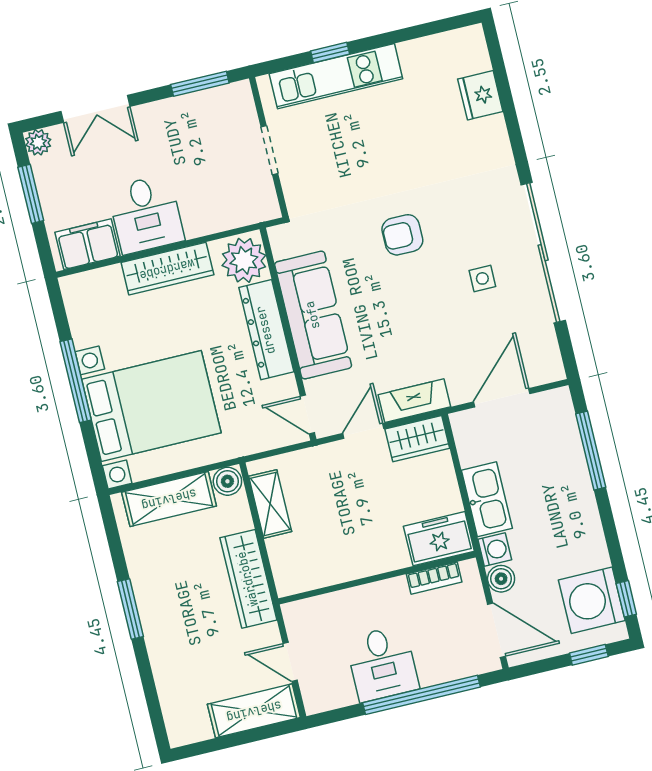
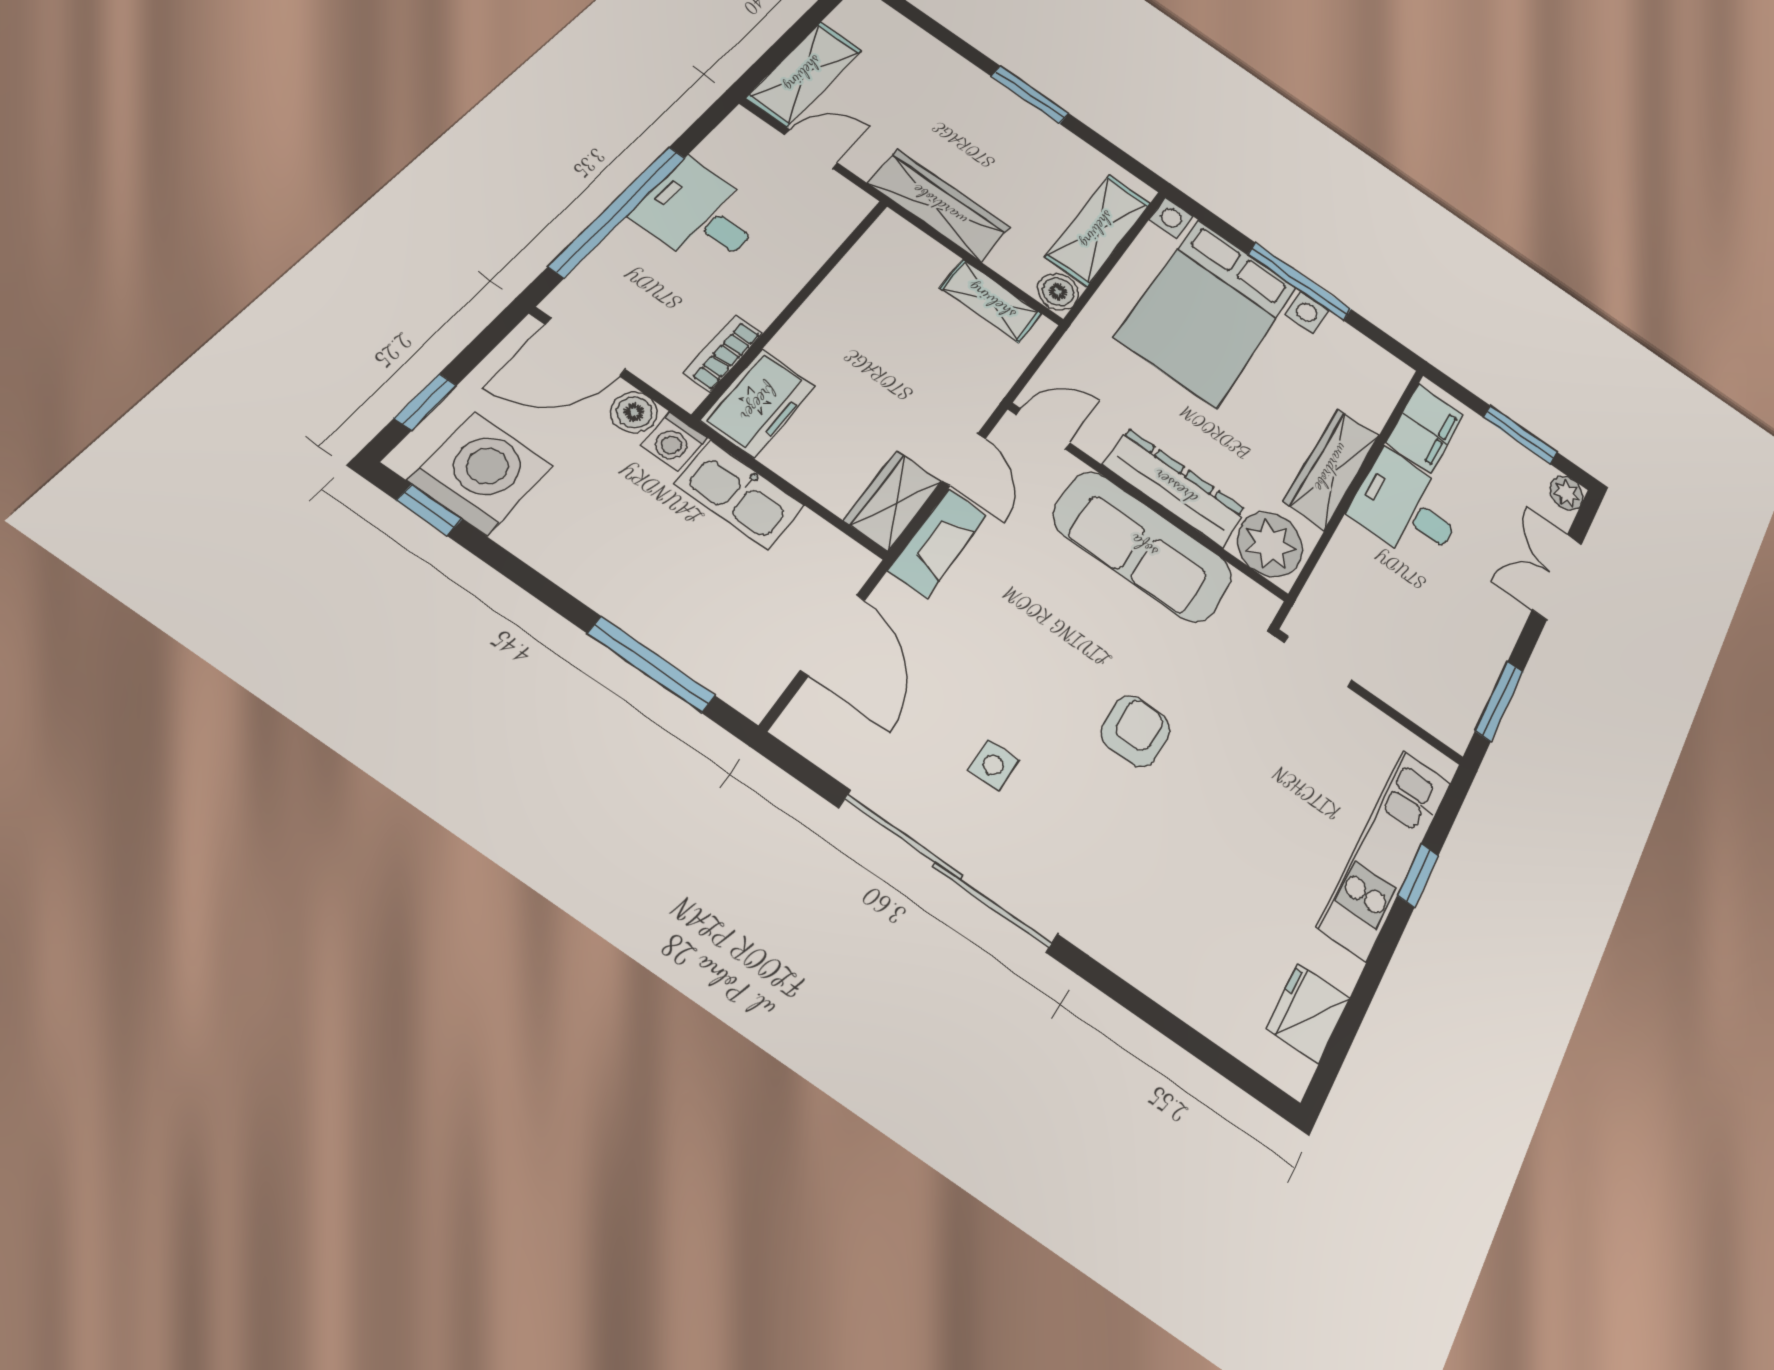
fridge: (480, 95) -> (1308, 1013), moved, turned -90
doorway: (269, 150) -> (1318, 661), moved

